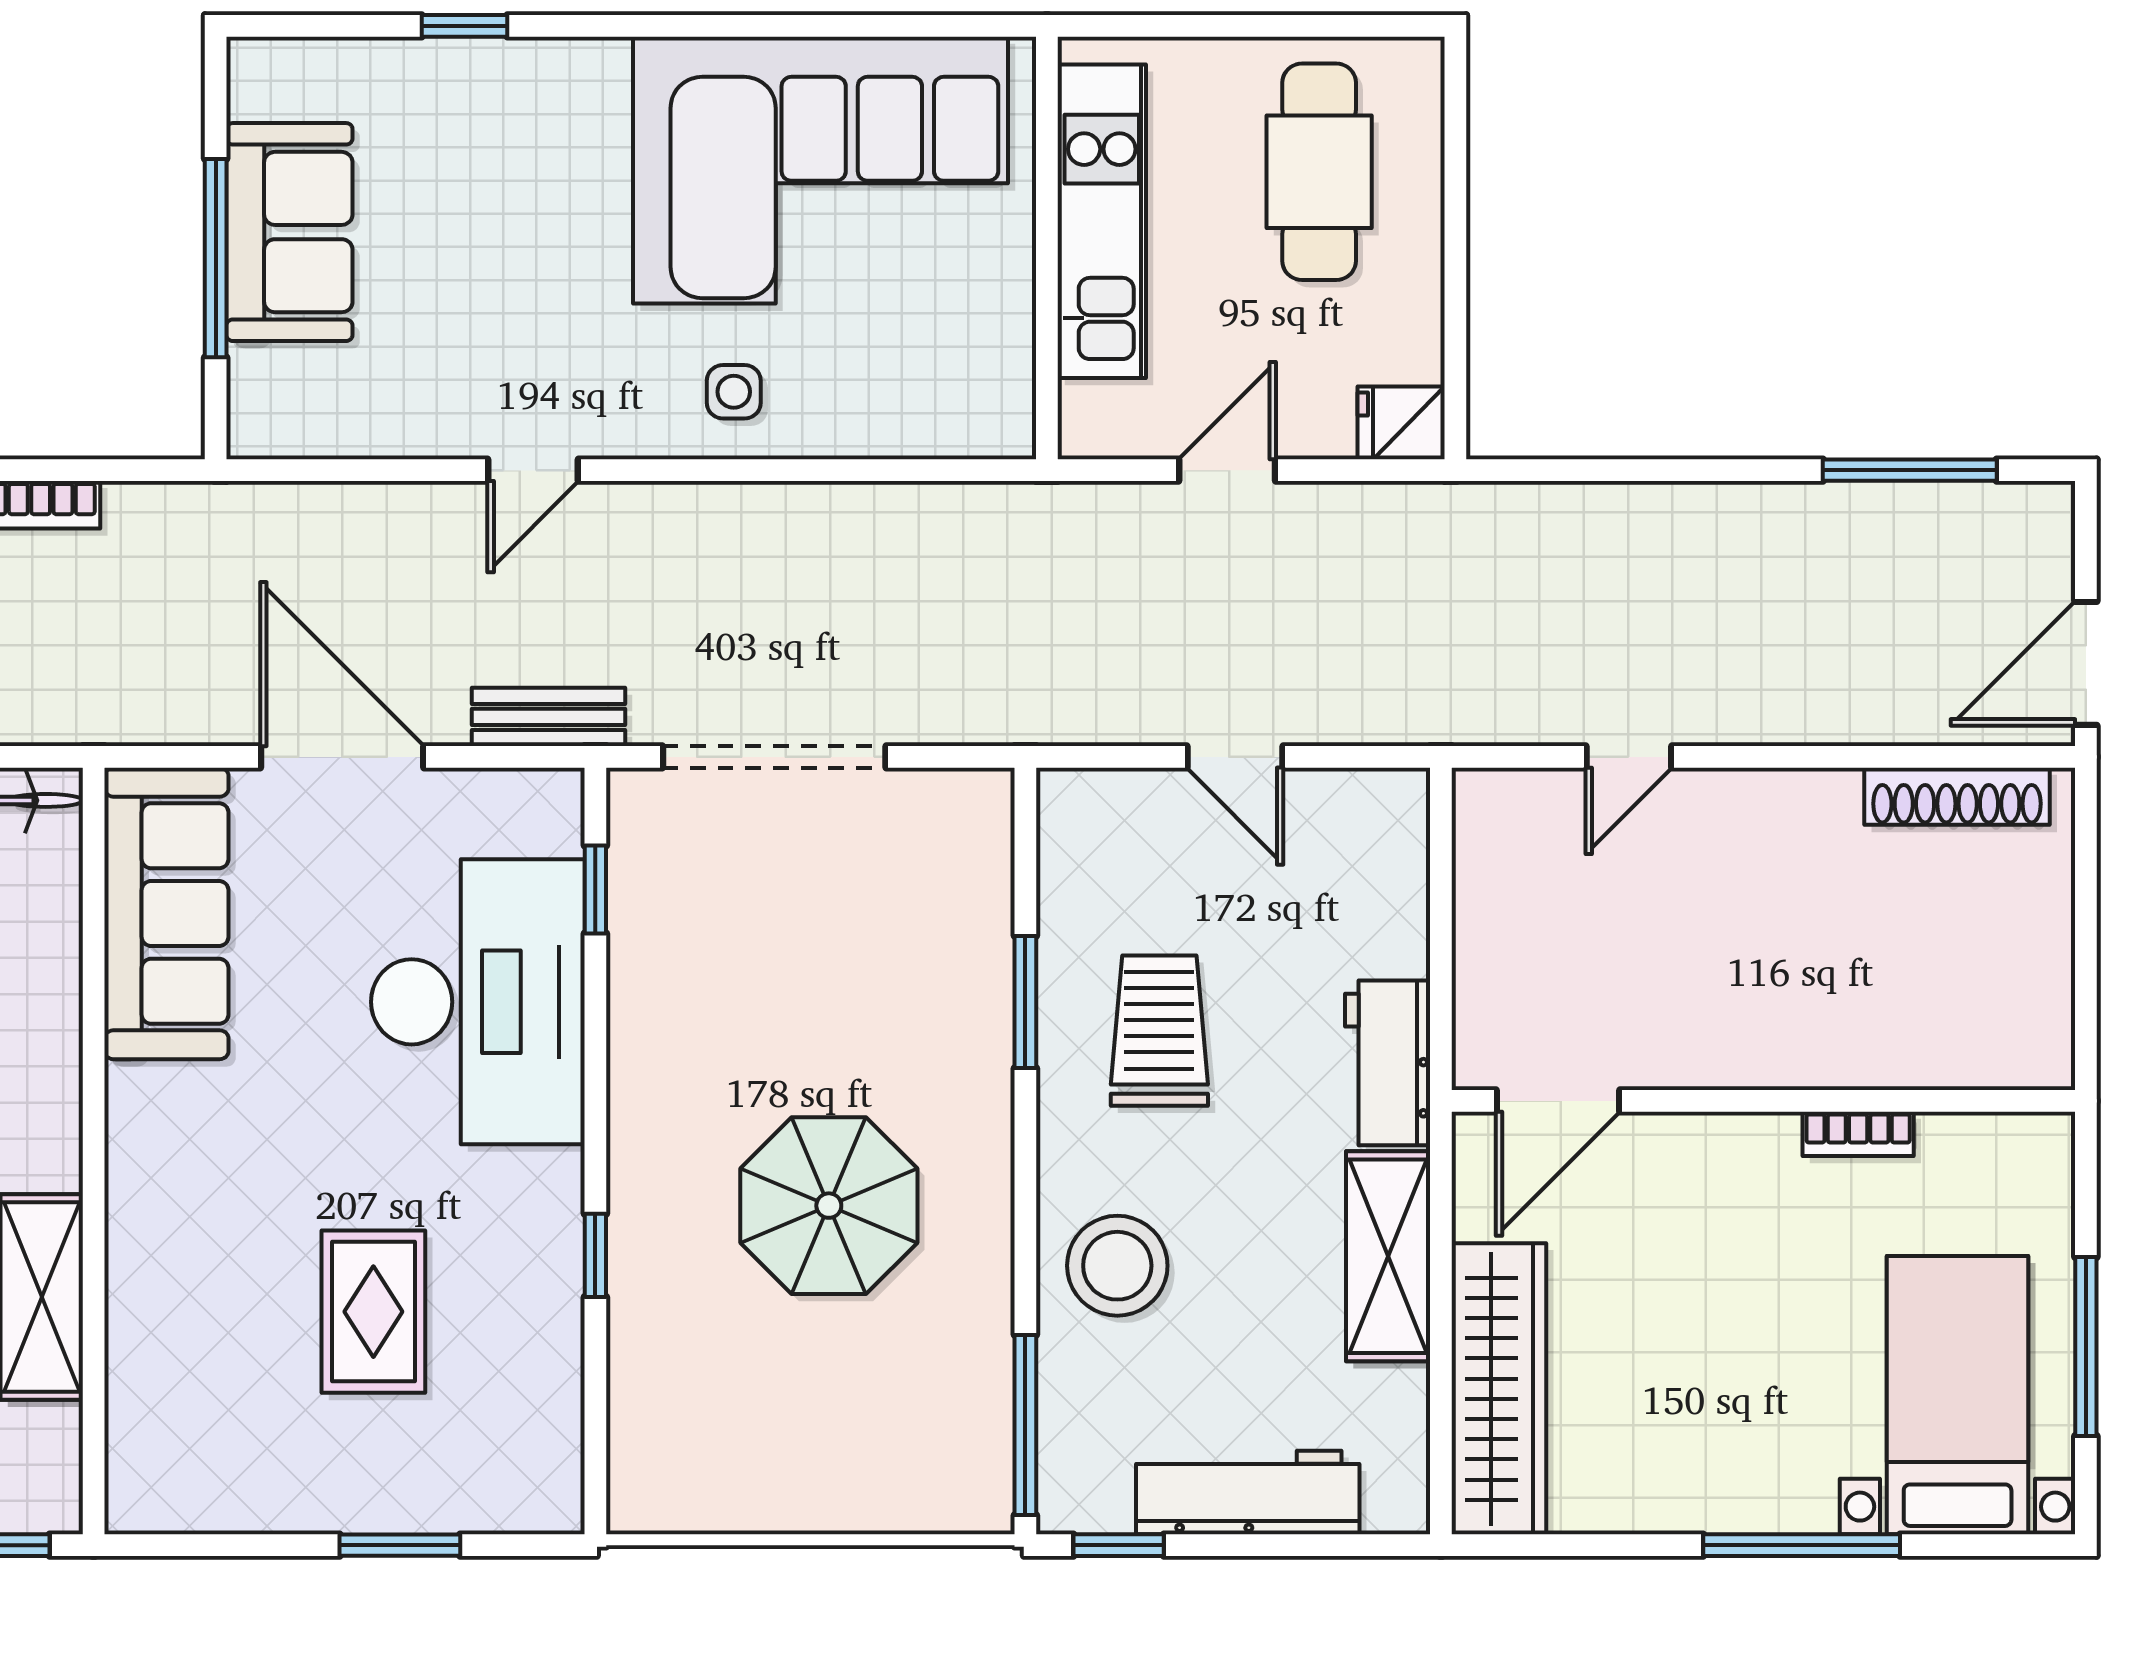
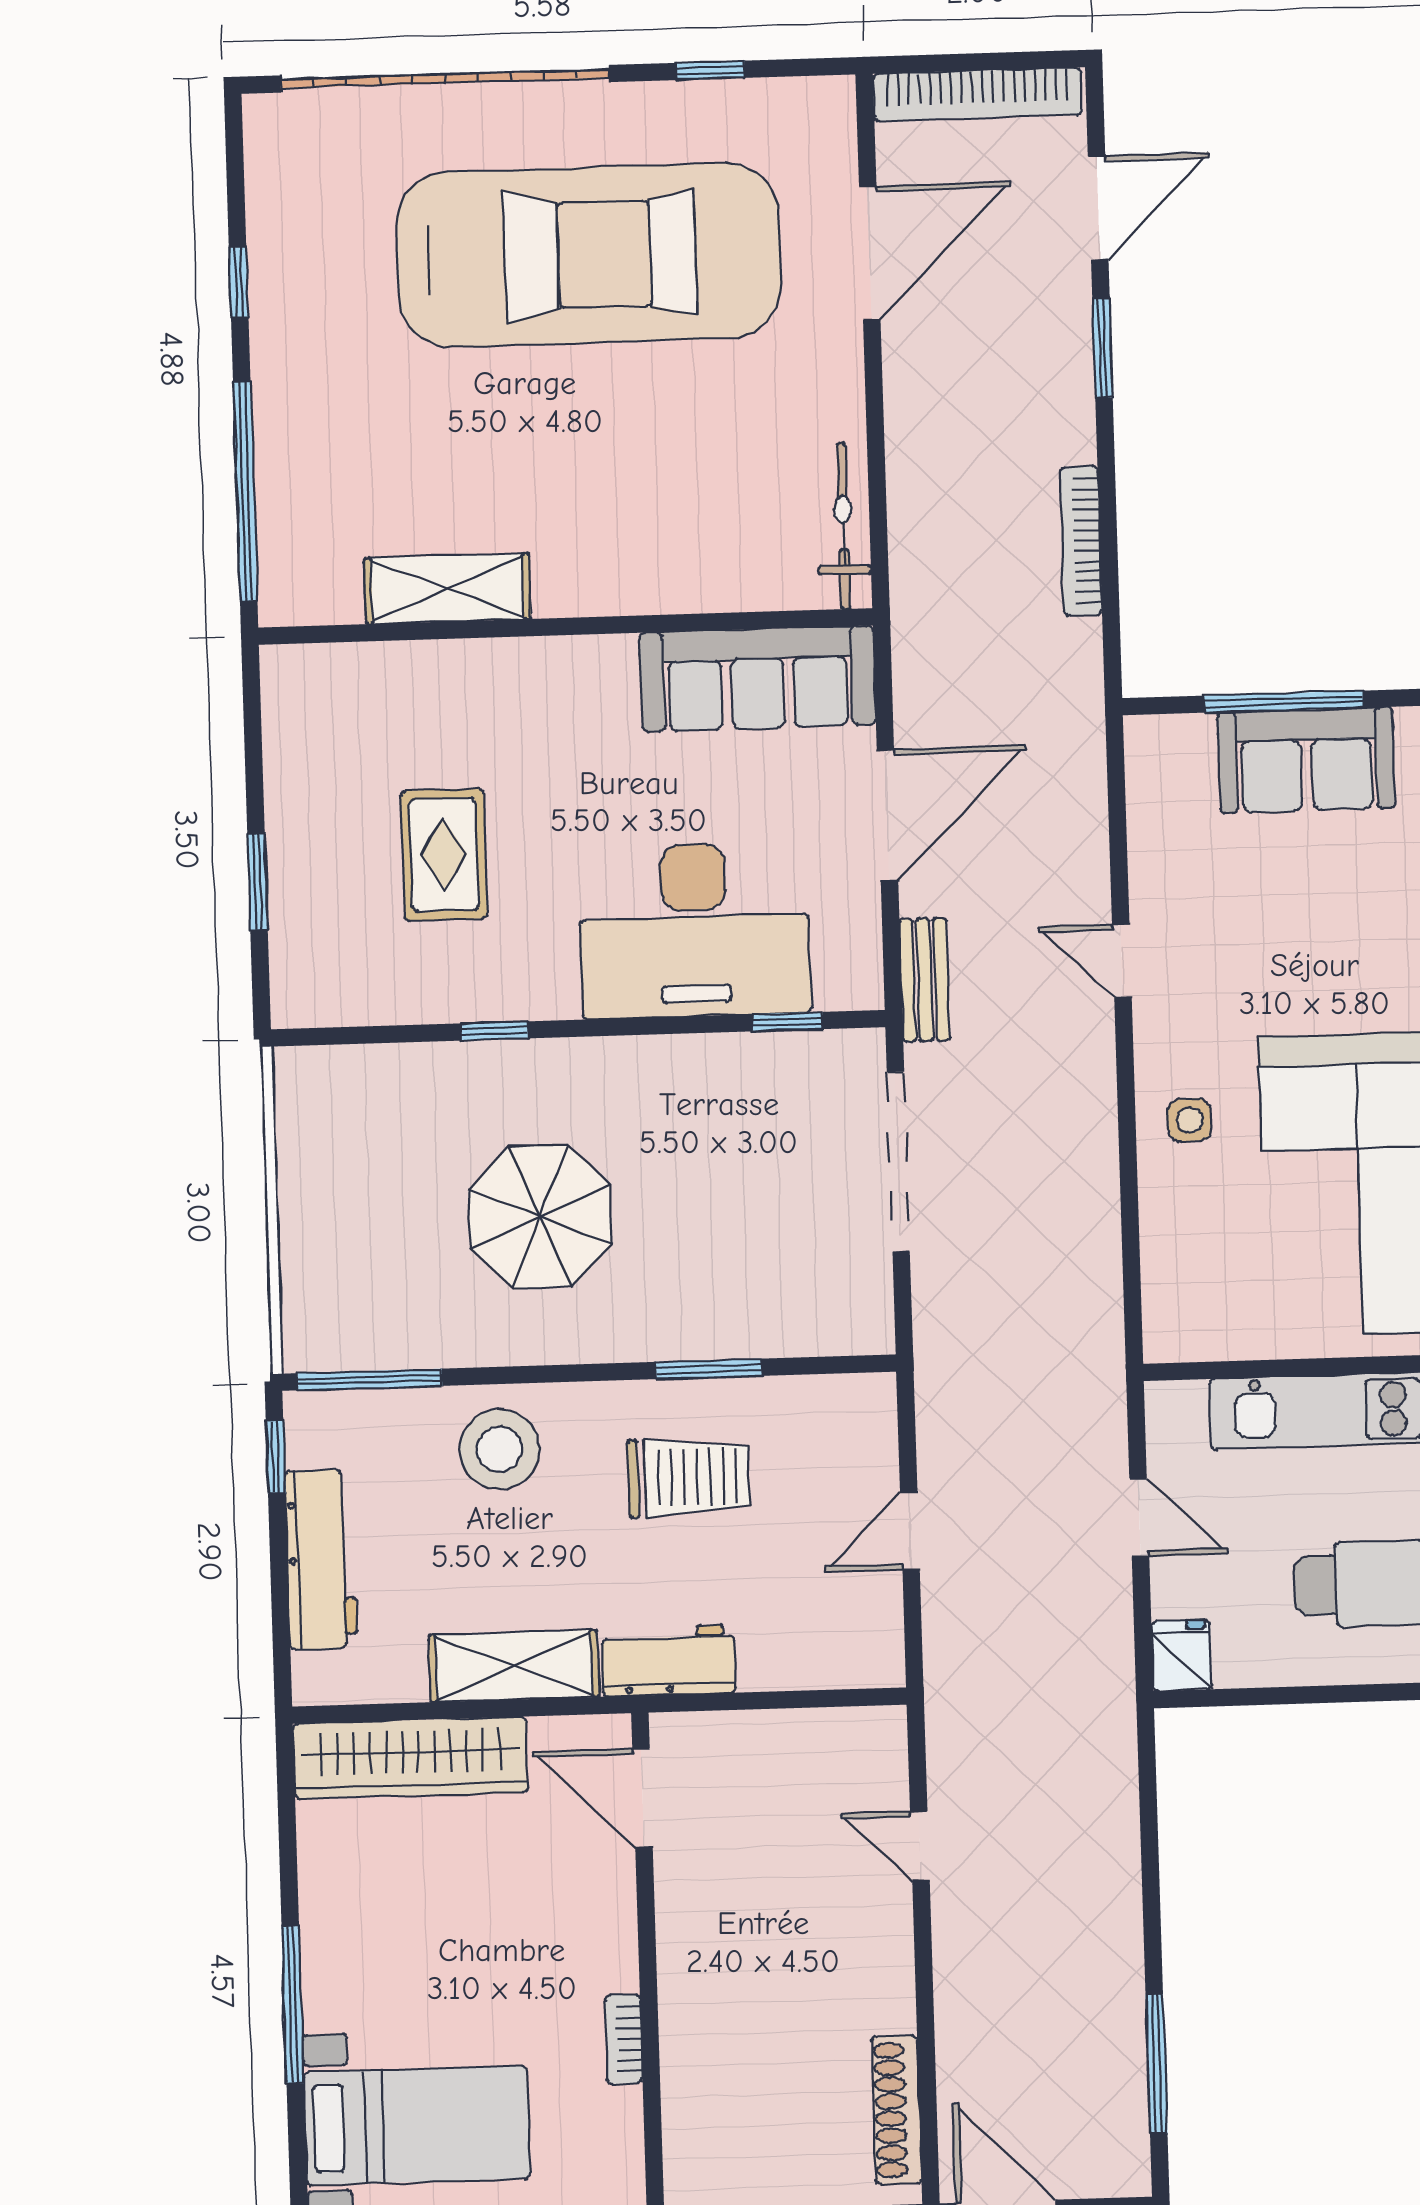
rug: (373, 1312) -> (444, 855), turned 90

